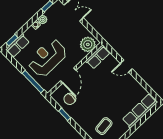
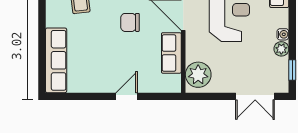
row of seats: (98, 57) -> (171, 53), moved
chair: (93, 95) -> (130, 22), added

